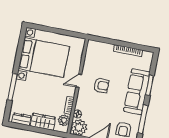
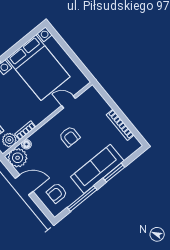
door: (79, 81) -> (69, 102), moved

